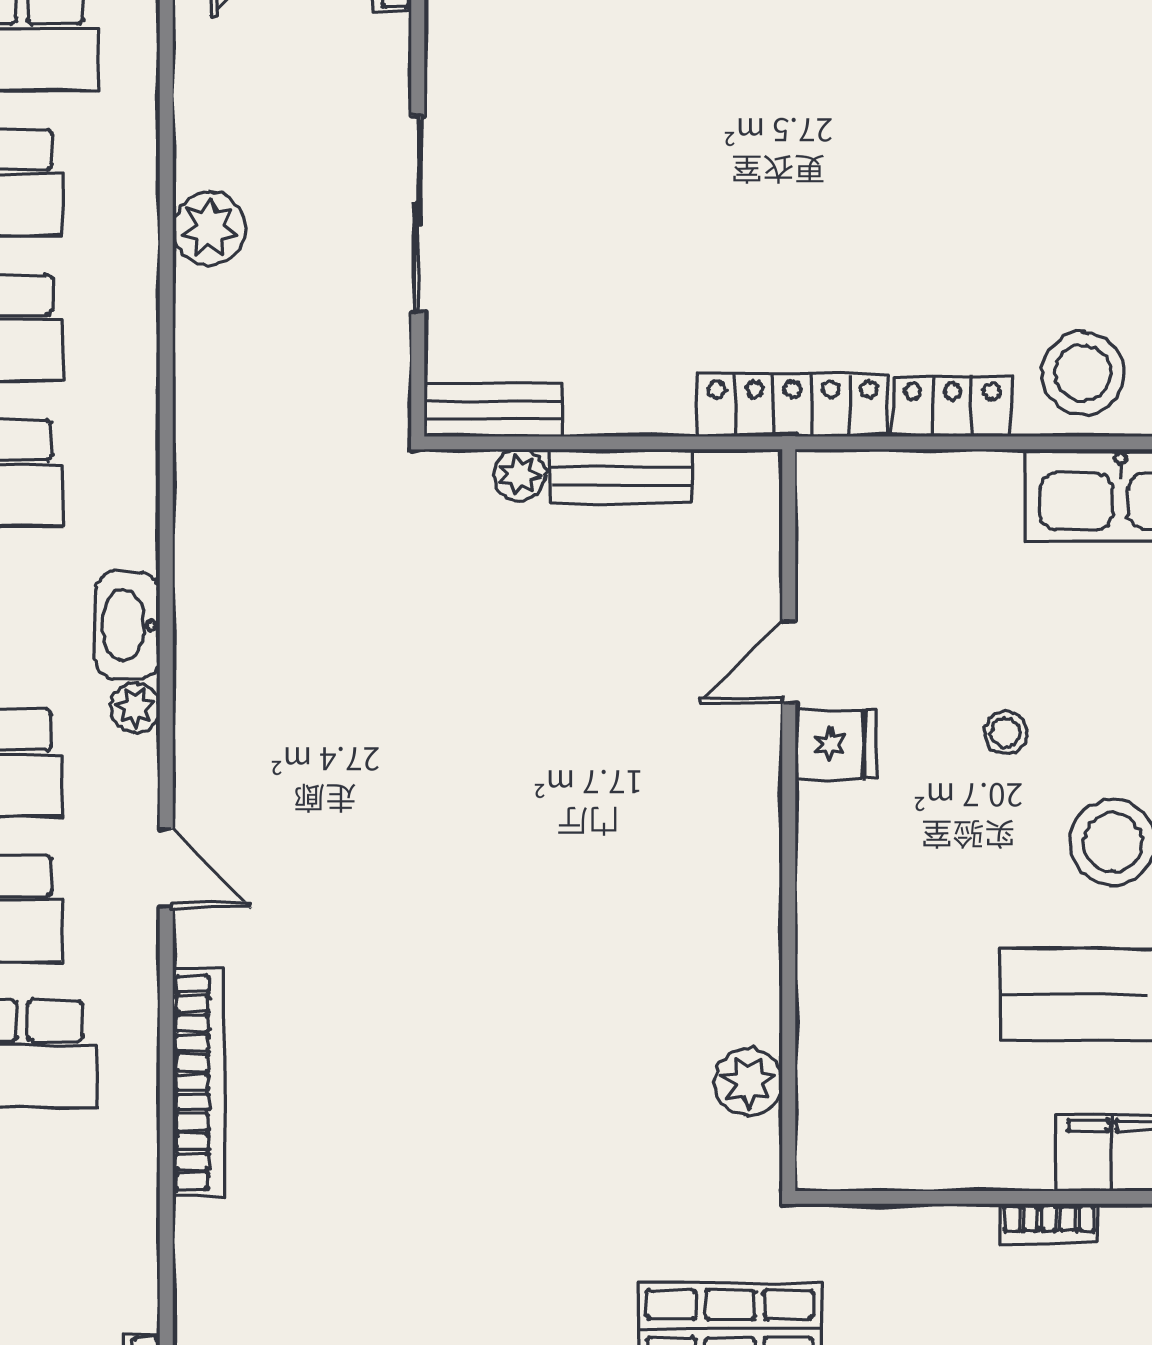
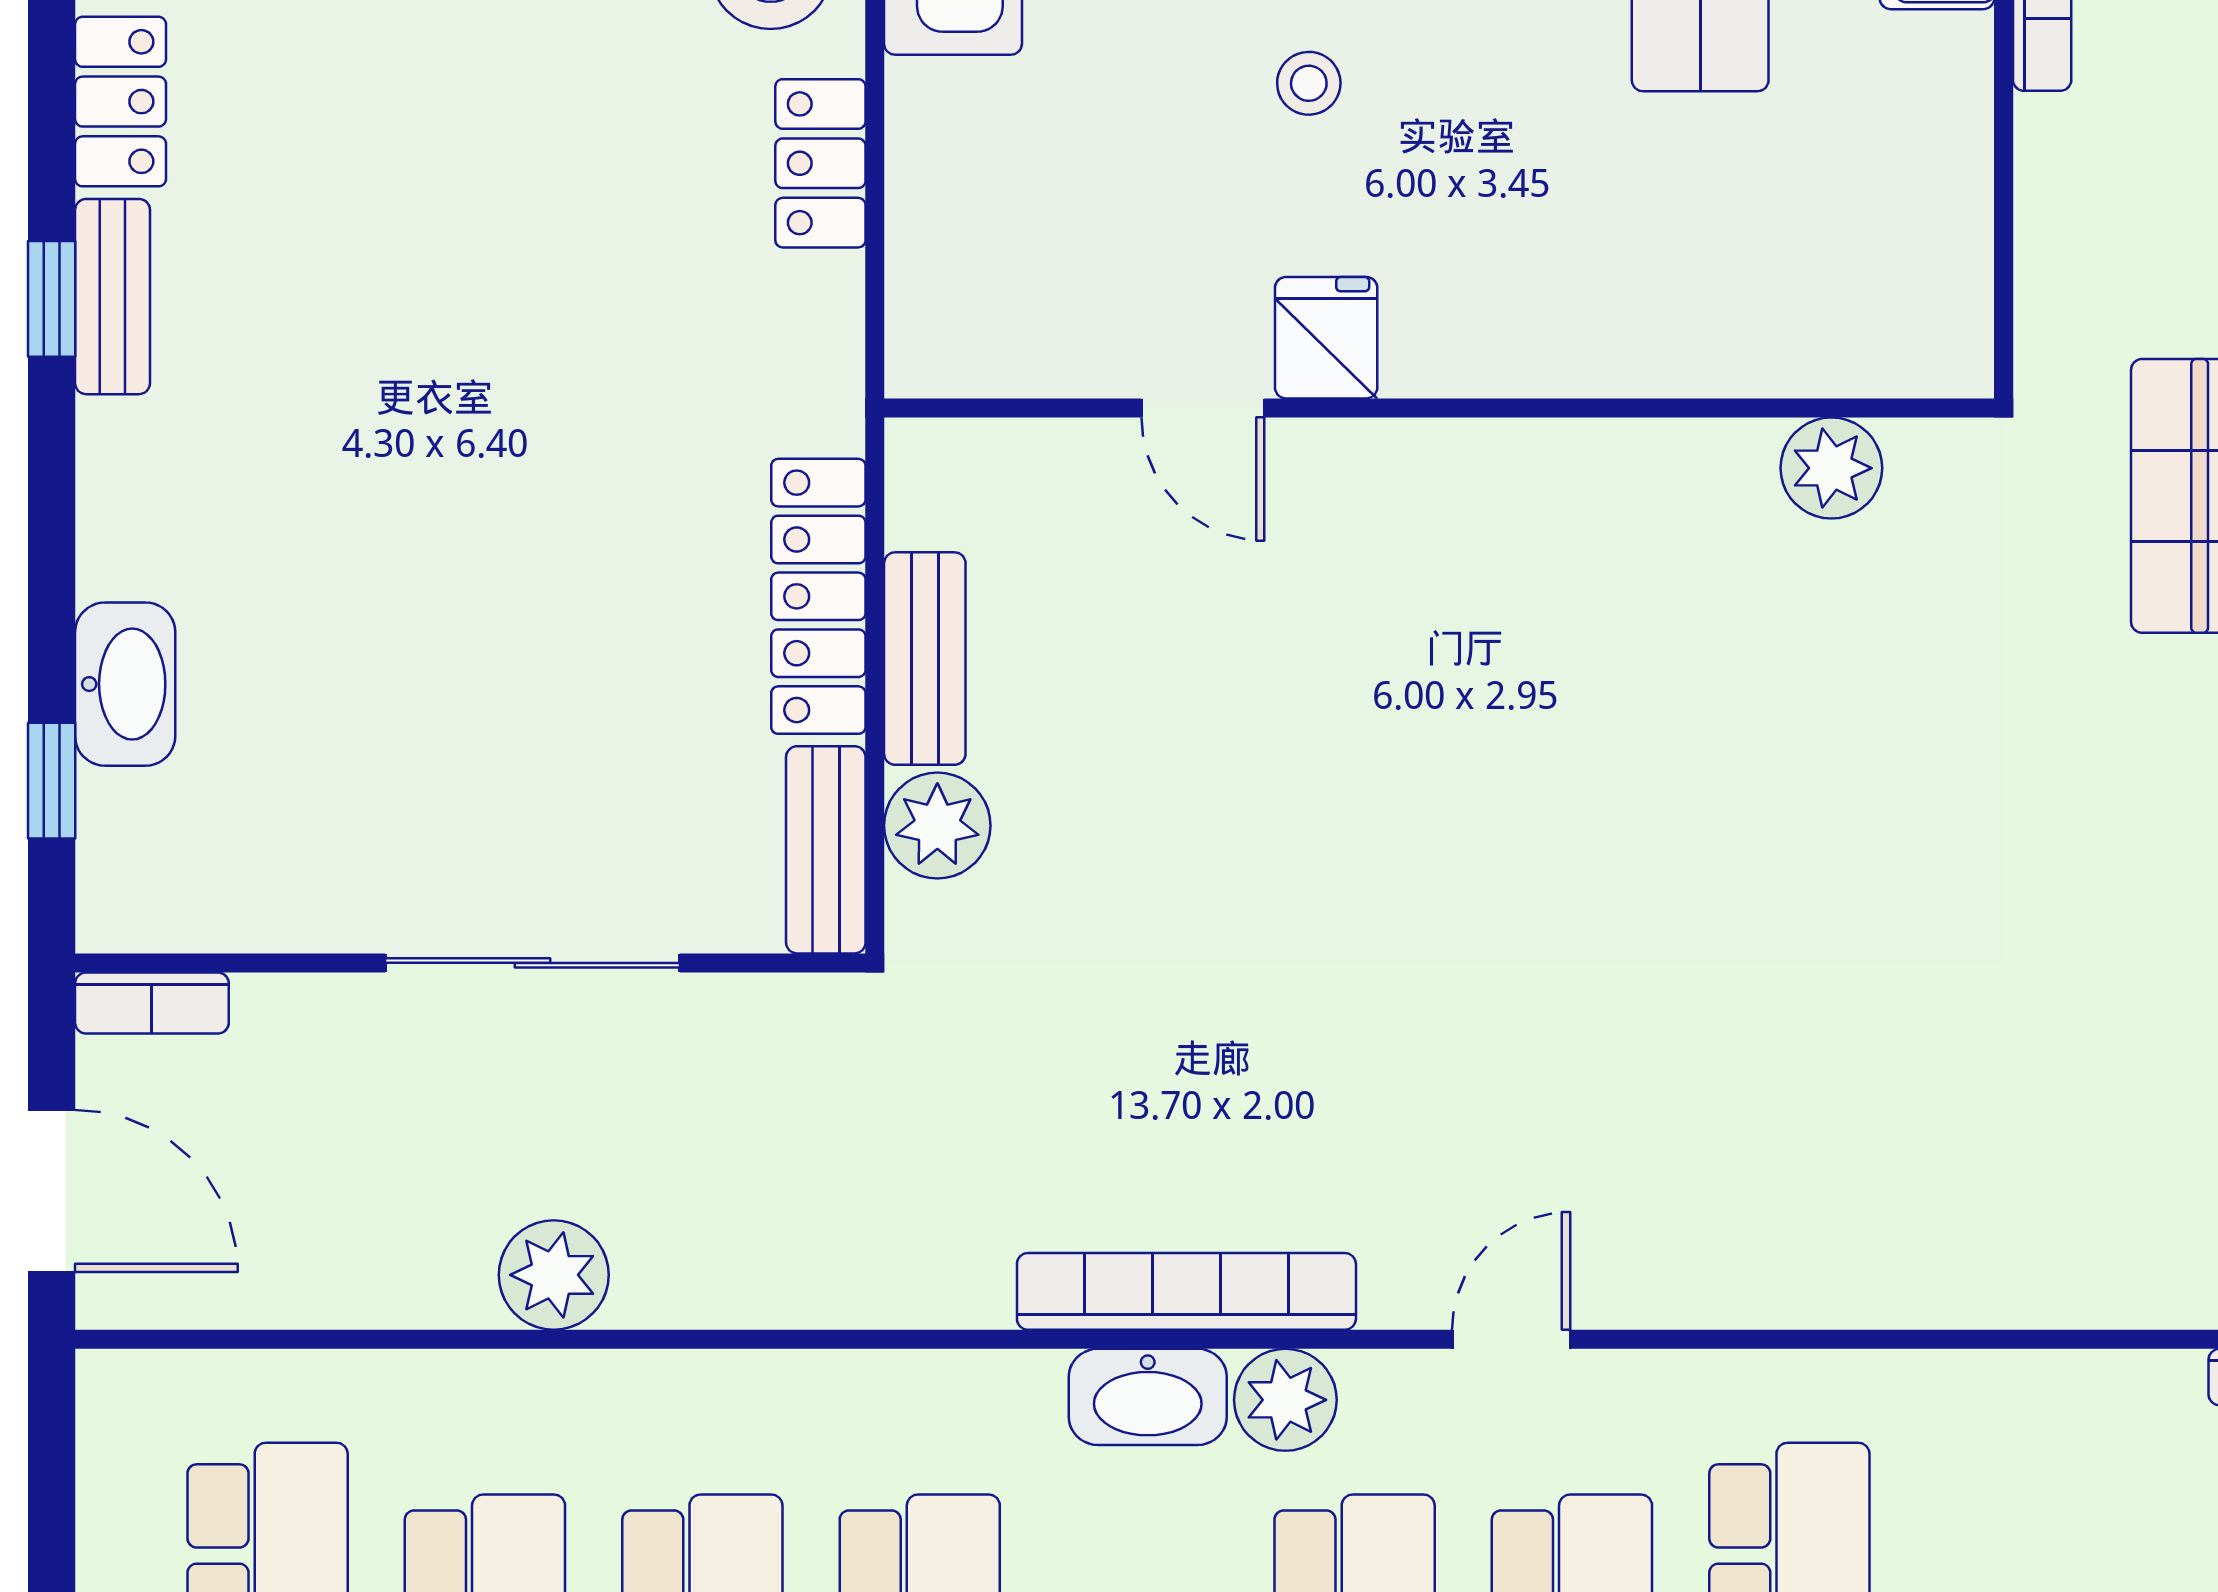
locker: (793, 405) -> (818, 596), moved
plant: (519, 475) -> (937, 826), width x1.38, depth x1.38
plant: (135, 708) -> (1285, 1400), width x1.38, depth x1.38
bookcase: (198, 1083) -> (1186, 1291), moved

